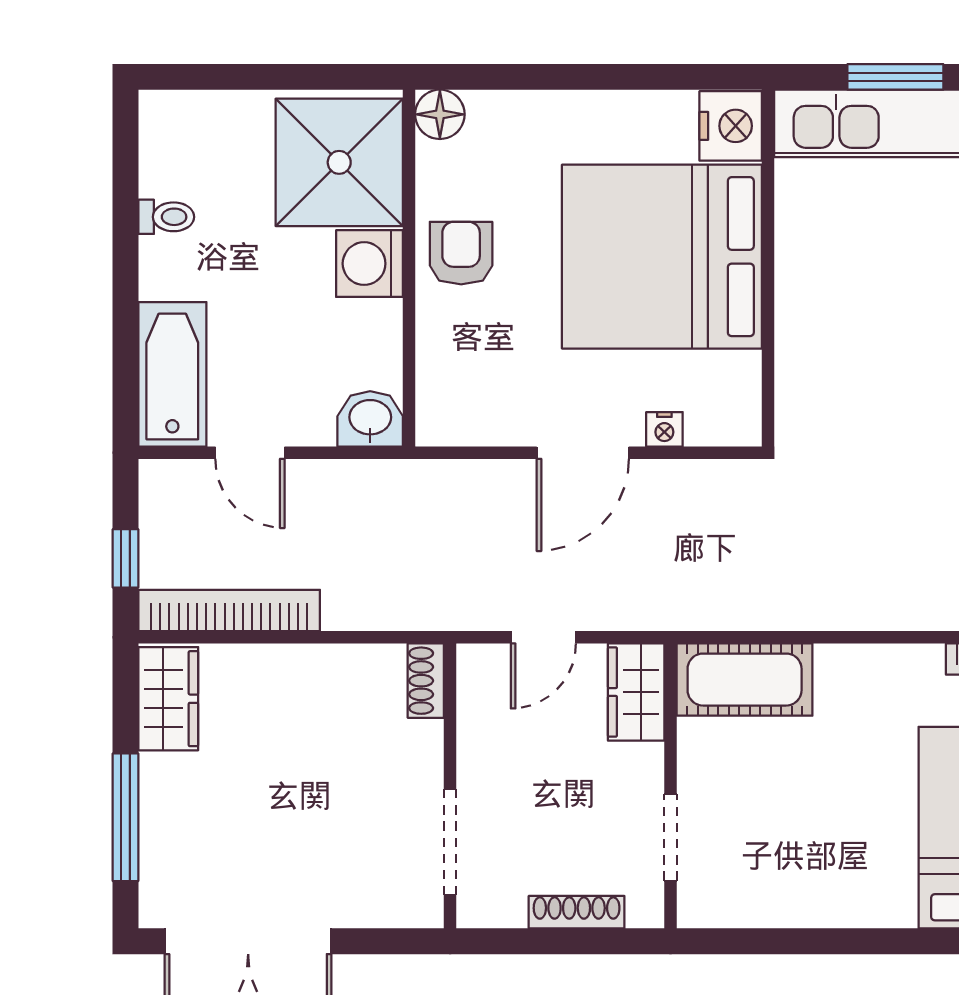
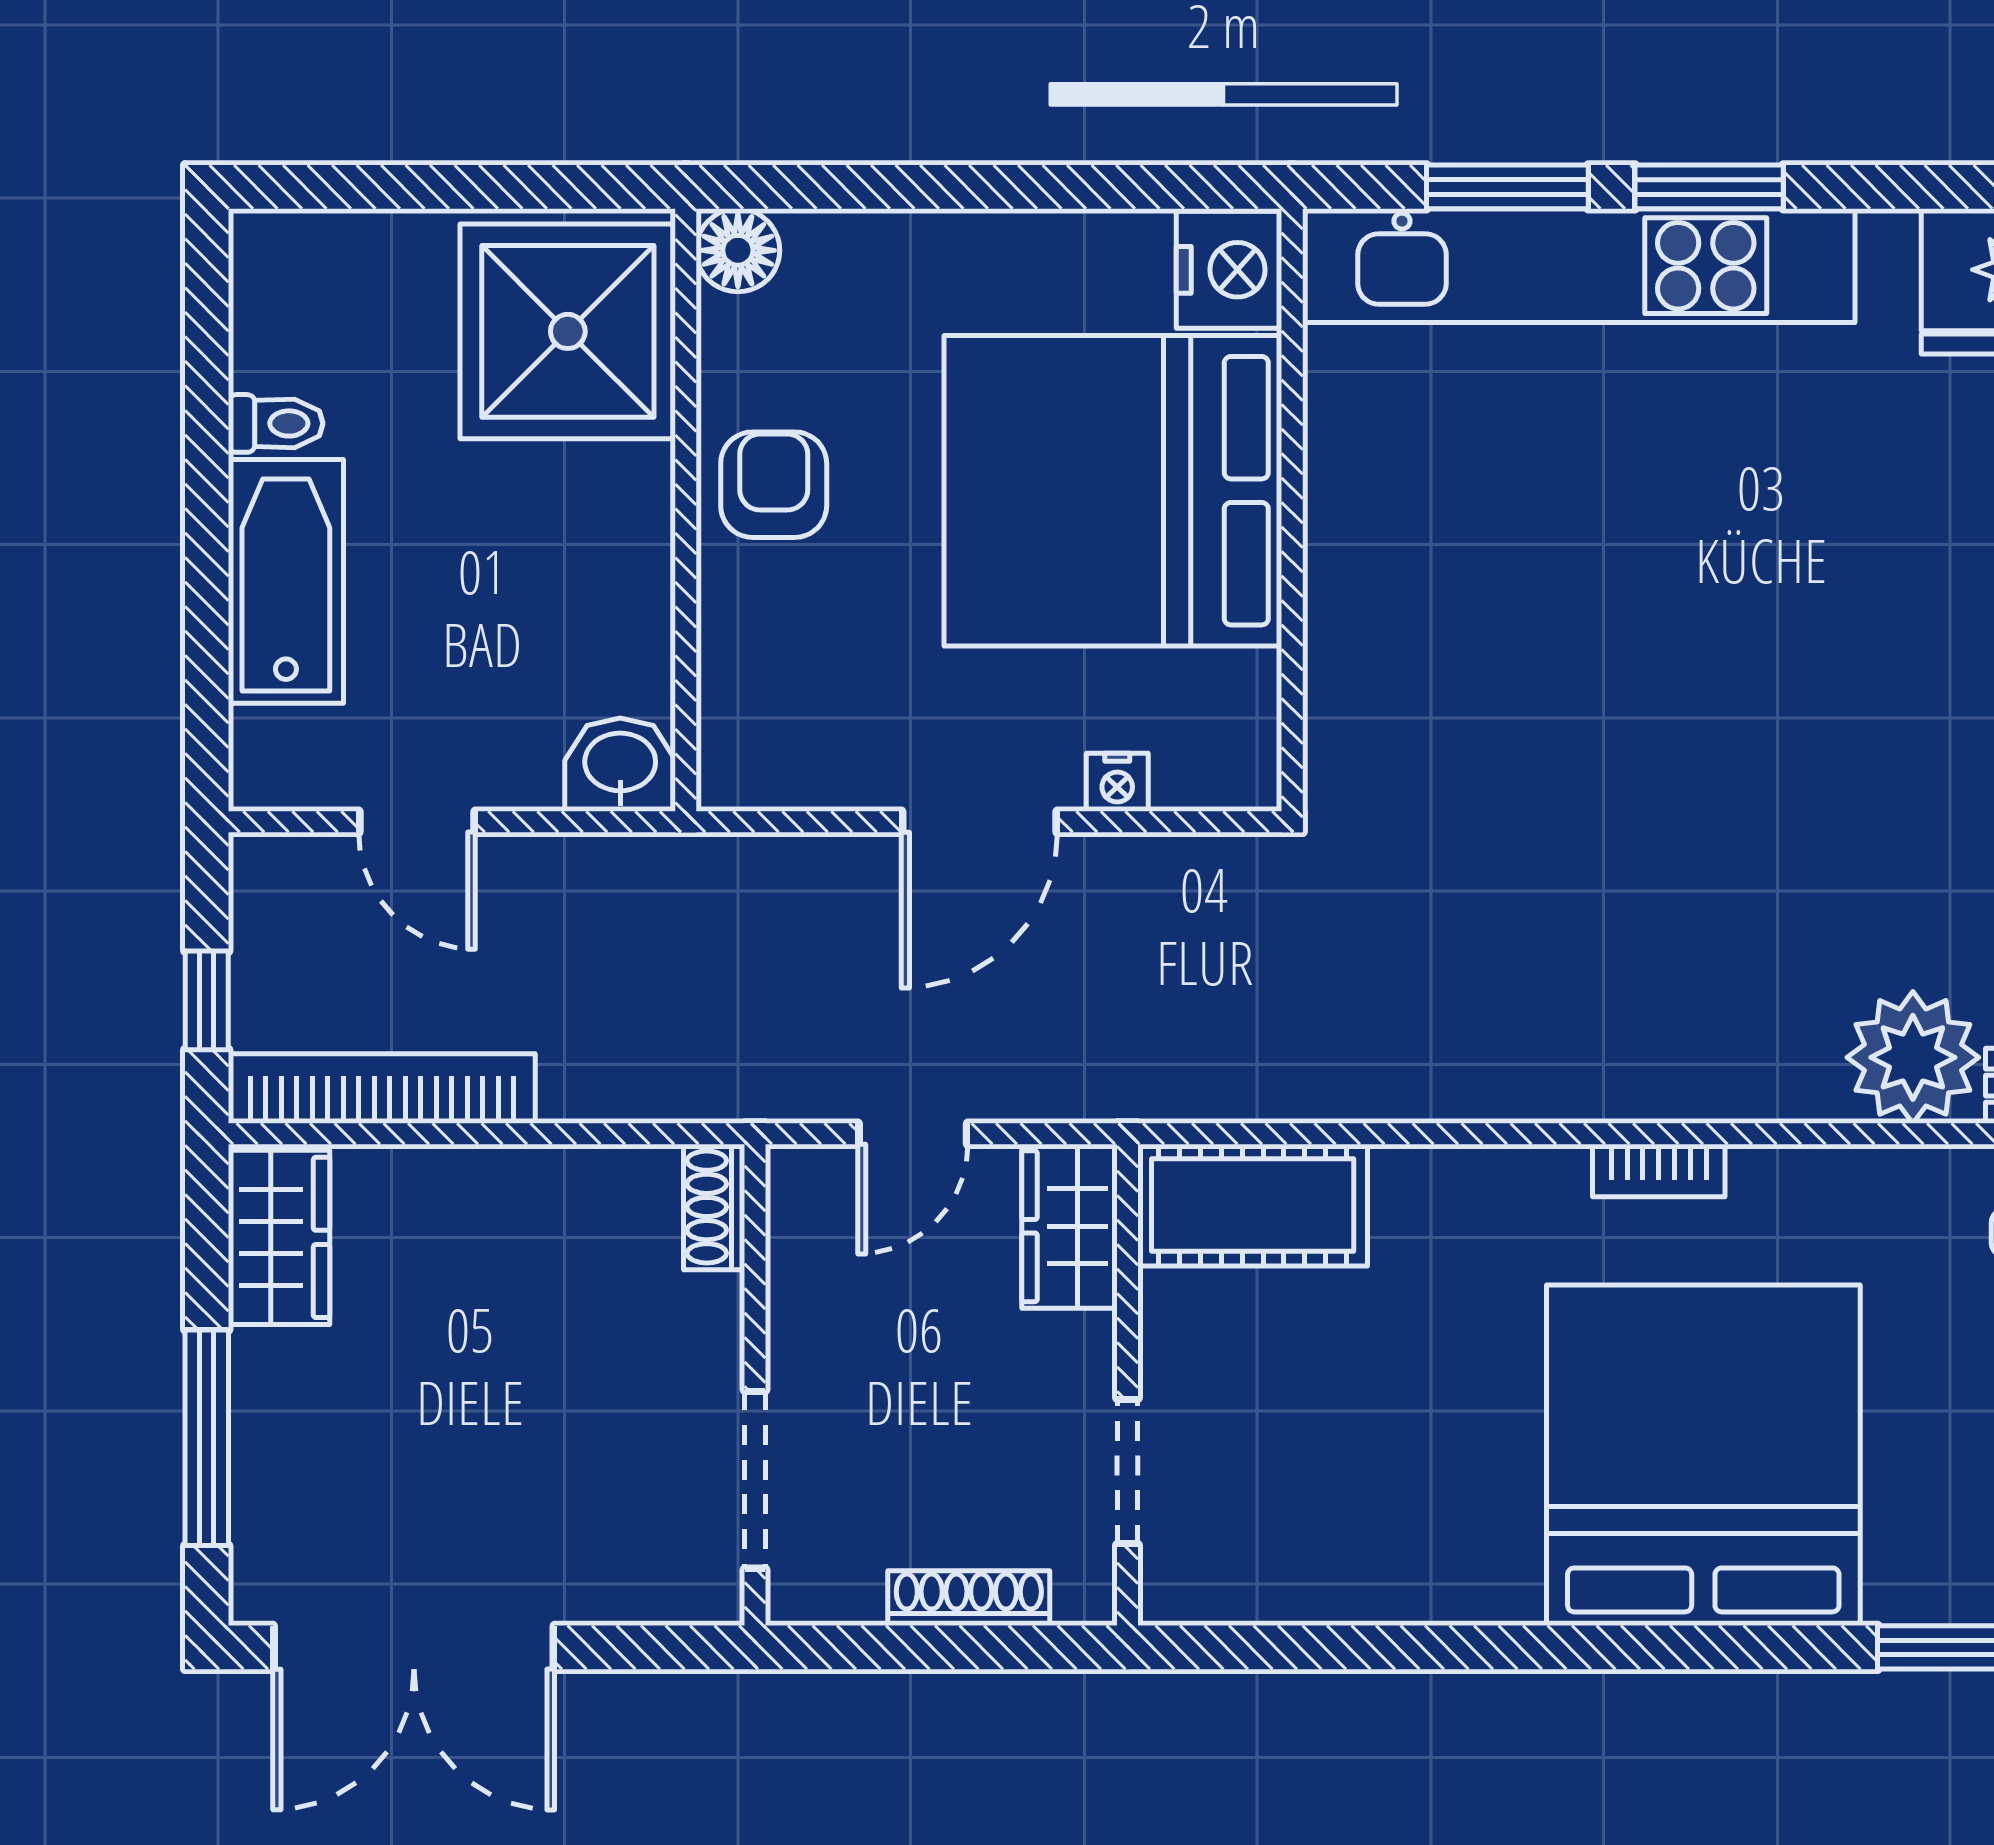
washing machine: (369, 264) -> (619, 502), removed
bathtub: (172, 374) -> (286, 581), moved

